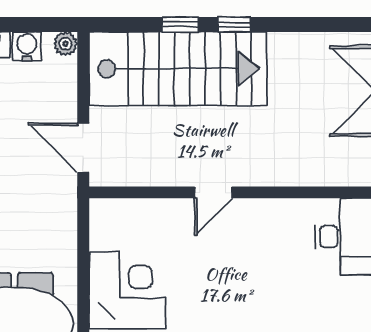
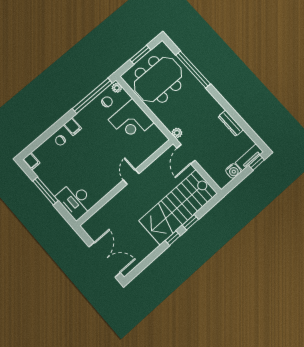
plant: (65, 44) -> (177, 133), moved
door: (83, 148) -> (186, 154), swing flipped

